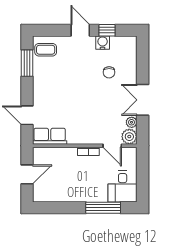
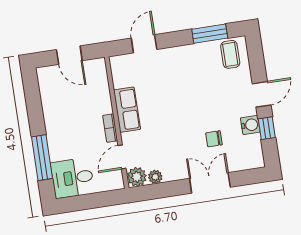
double door: (143, 100) -> (210, 183), moved
row of seats: (50, 136) -> (127, 110), moved

